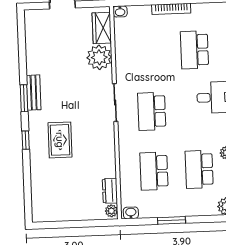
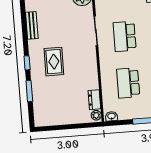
window: (24, 98) -> (29, 91), moved

